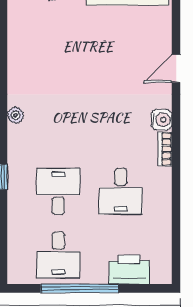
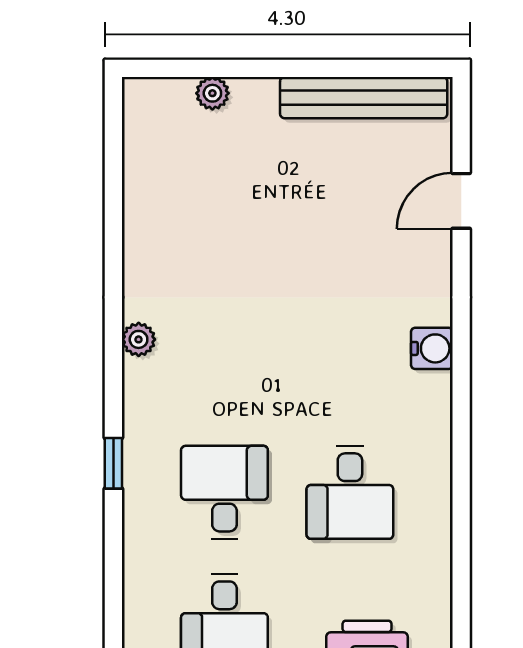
door: (176, 68) -> (461, 201), moved
bookcase: (165, 149) -> (439, 407), removed

